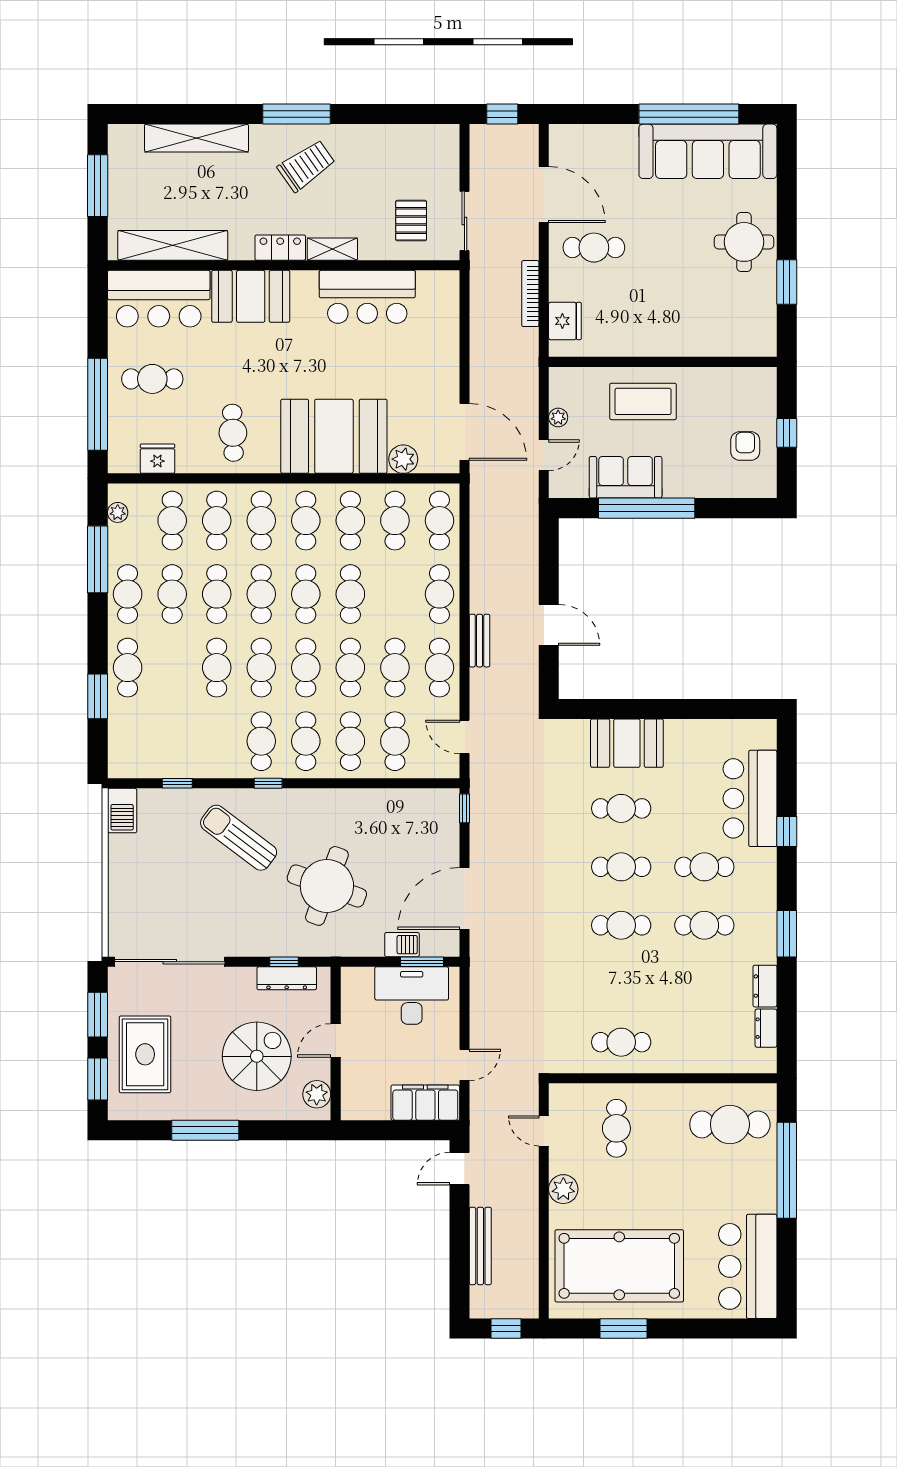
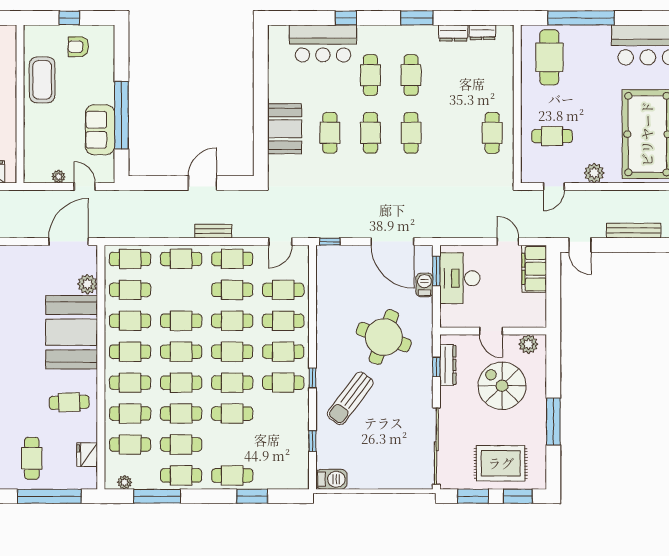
coffee table: (643, 401) -> (42, 80), moved

